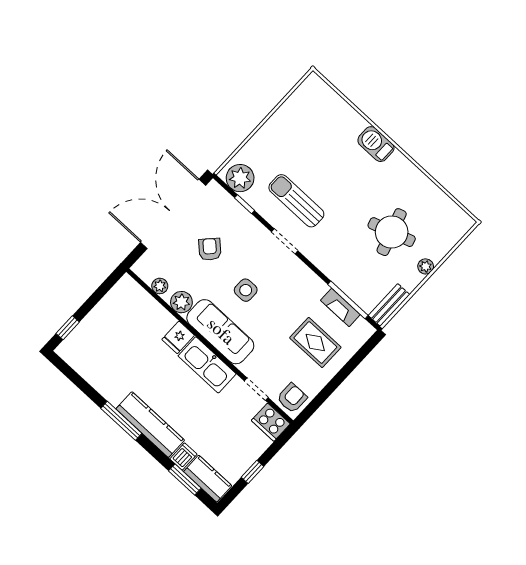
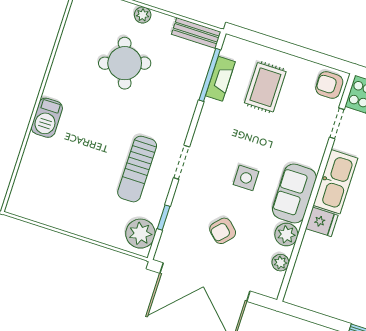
sofa: (220, 332) -> (294, 194), width x0.73

